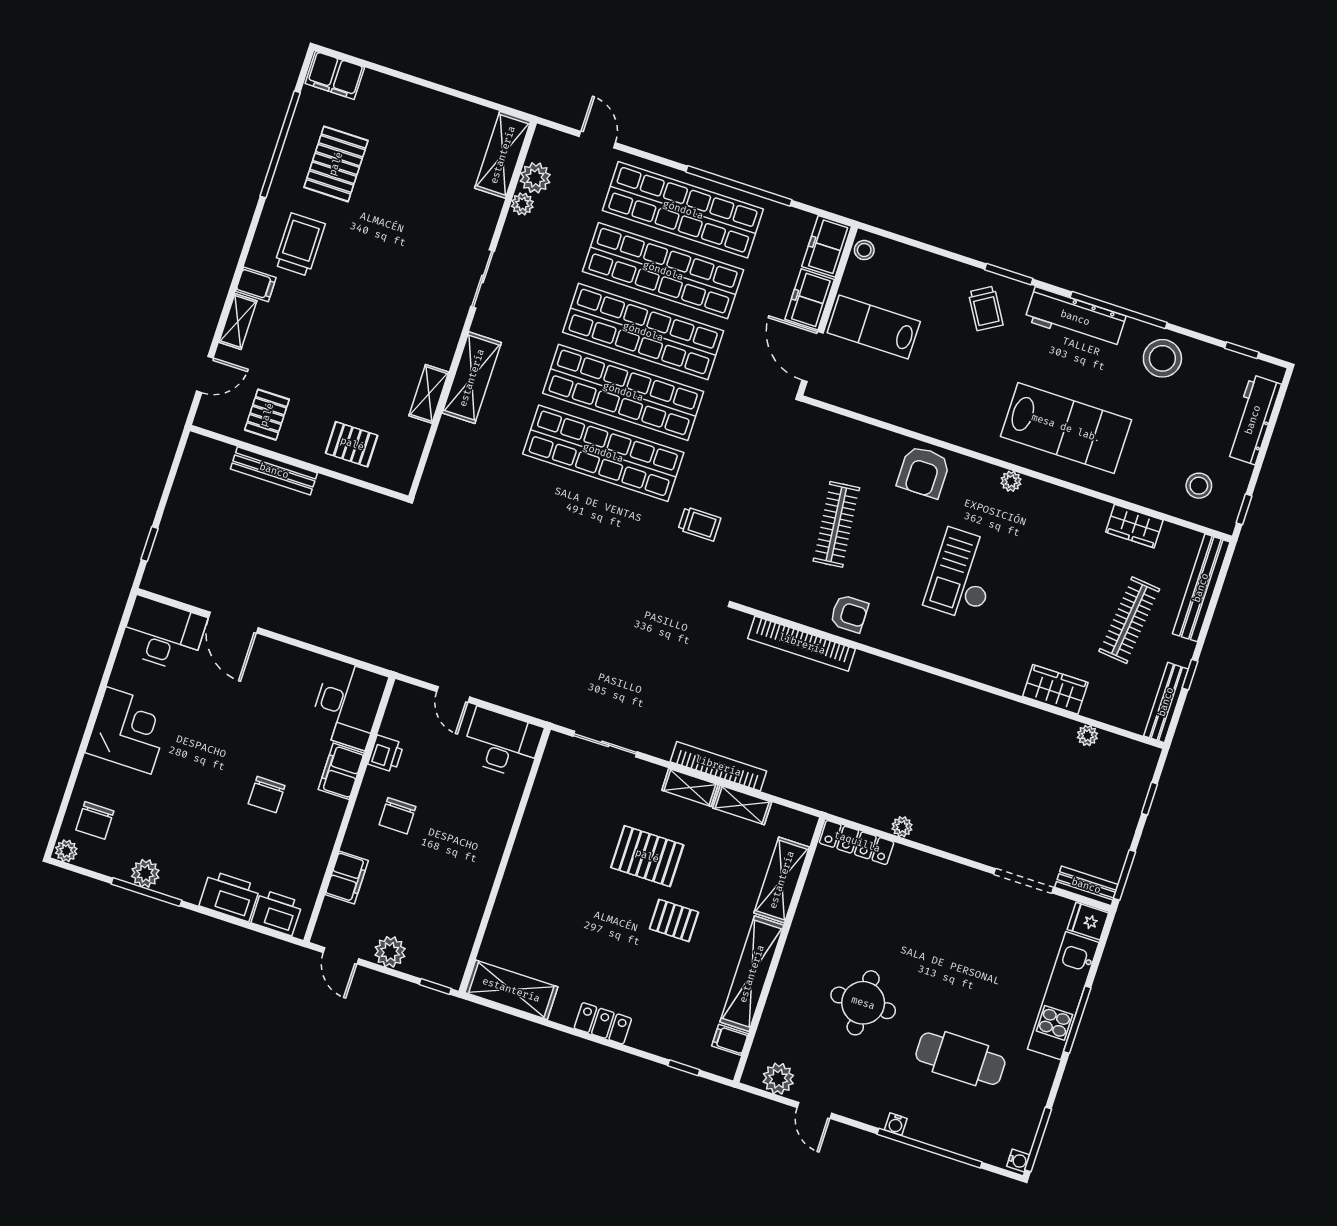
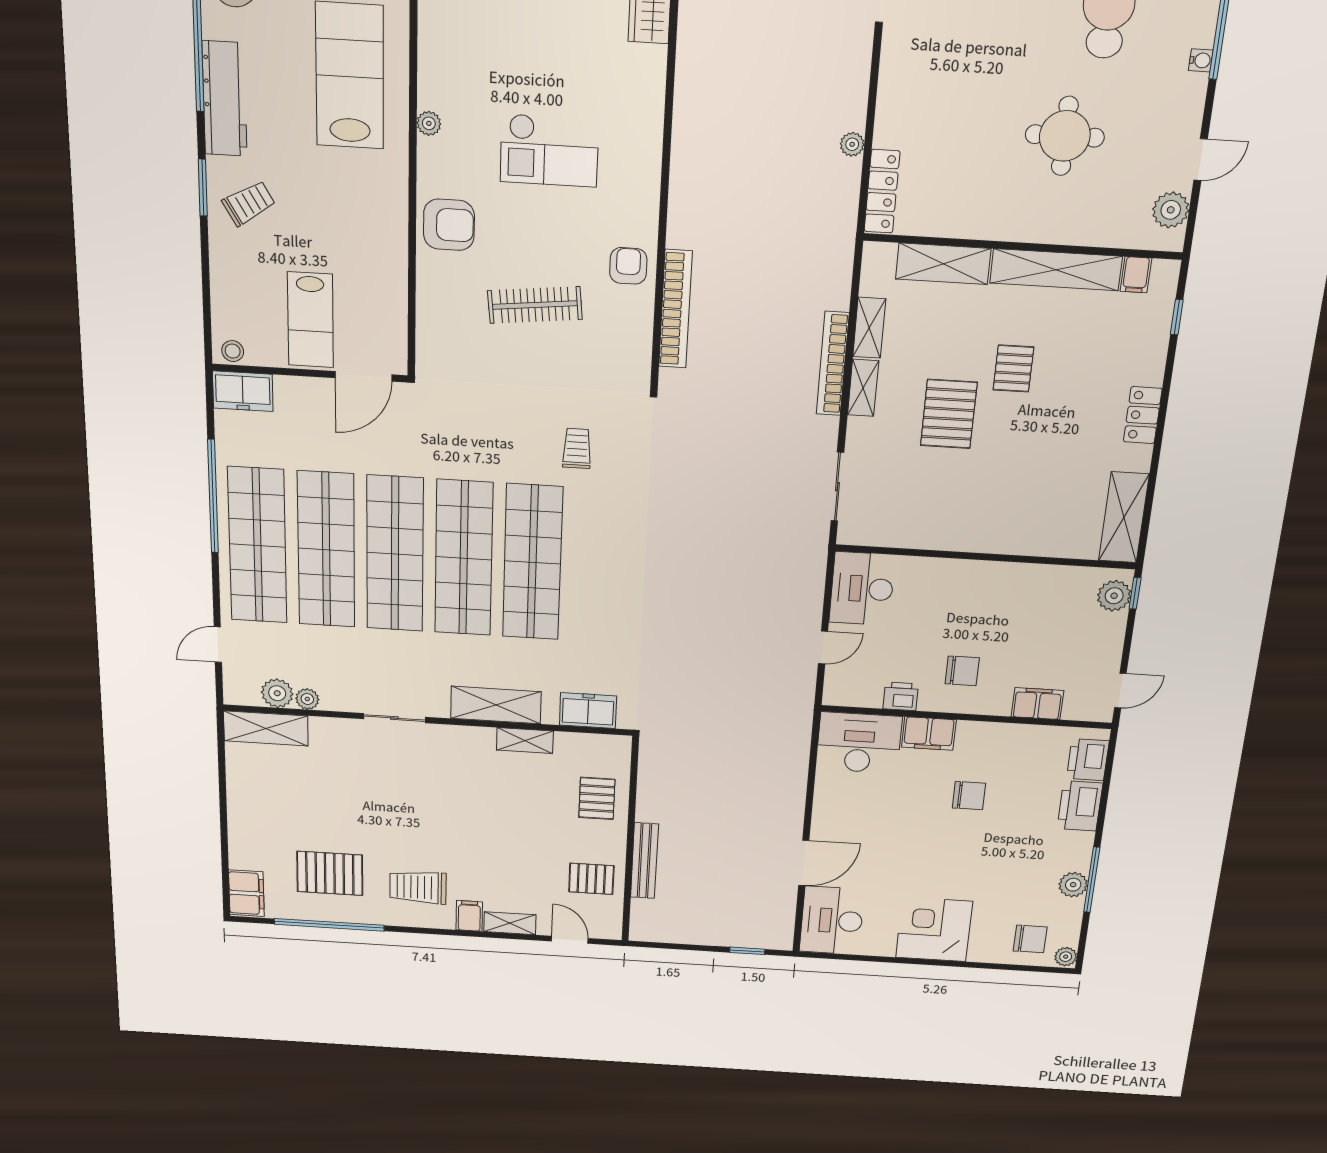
freezer: (810, 299) -> (588, 711), moved, turned 180
plant: (390, 952) -> (1114, 596), moved

